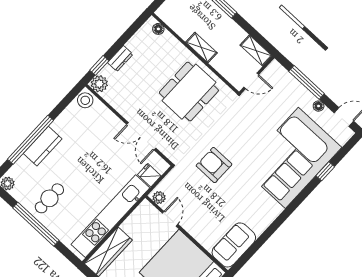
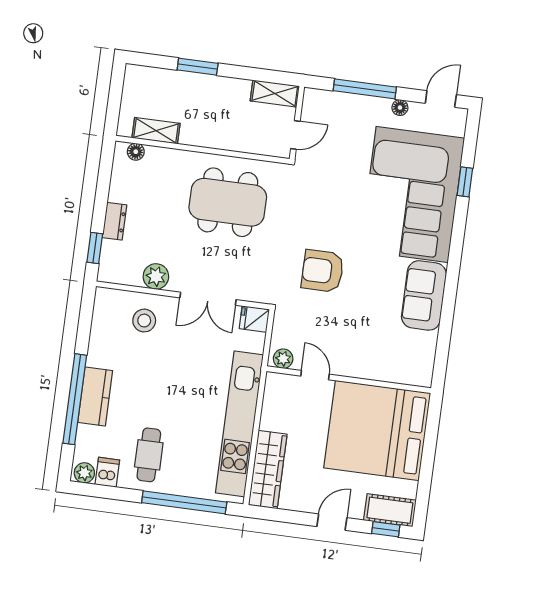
shelving: (201, 48) -> (156, 131), moved
plant: (99, 84) -> (156, 276), moved
dining table: (189, 92) -> (228, 202), turned 90
stool: (85, 100) -> (144, 321), moved
fridge: (149, 175) -> (254, 319), moved
dishwasher: (20, 192) -> (107, 472), added
window: (36, 224) -> (184, 502), moved
sofa: (234, 245) -> (424, 295), moved

